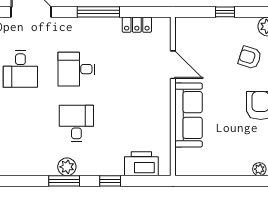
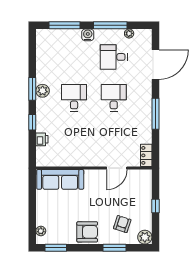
locker: (137, 25) -> (146, 155), moved
sofa: (189, 115) -> (60, 179), moved
desk: (76, 124) -> (74, 98), turned -90
printer: (141, 164) -> (42, 139), width x0.53, depth x0.68

